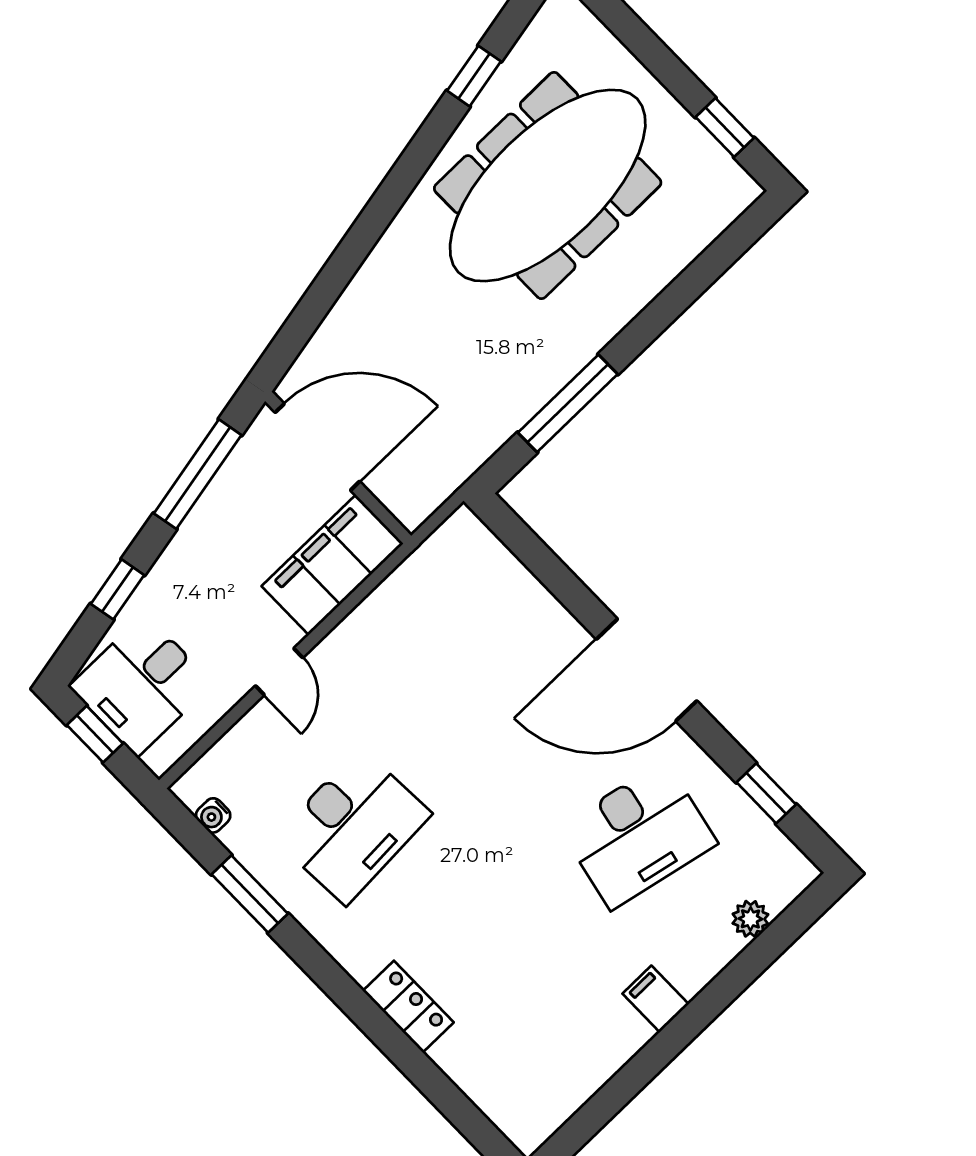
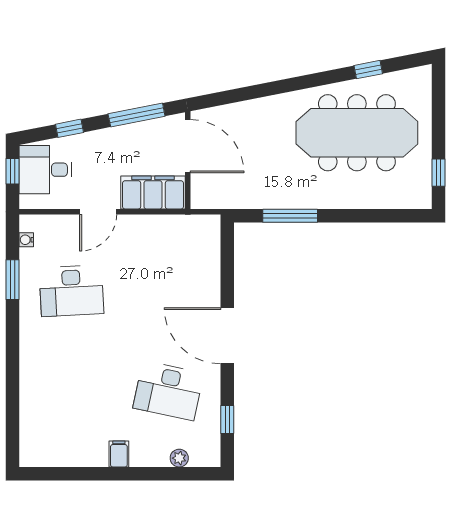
door: (279, 672) -> (98, 212), width x1.38
locker: (408, 1007) -> (30, 373), removed

